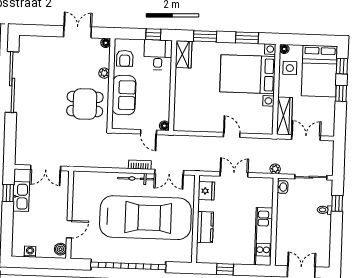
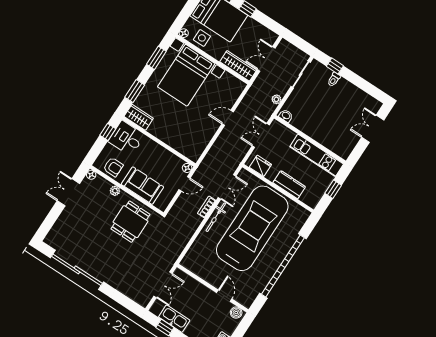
washbasin: (283, 187) -> (286, 116), moved
wall: (274, 222) -> (310, 140), moved
kitchen unit: (264, 236) -> (317, 155), moved

